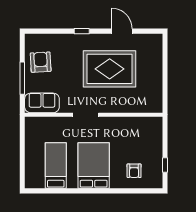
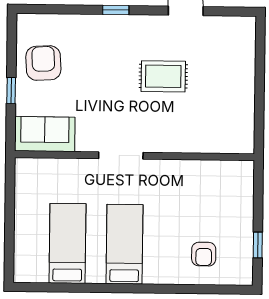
rug: (110, 69) -> (163, 76), width x0.54, depth x0.49
window: (22, 78) -> (11, 91), width x0.46
bed: (94, 166) -> (125, 244), width x0.67

